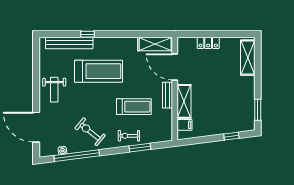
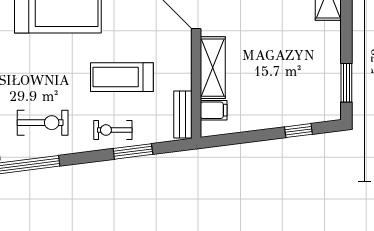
bench: (168, 95) -> (183, 115), moved
treadmill: (134, 107) -> (122, 77), turned 180
exercise bike: (90, 132) -> (43, 123), turned 141

